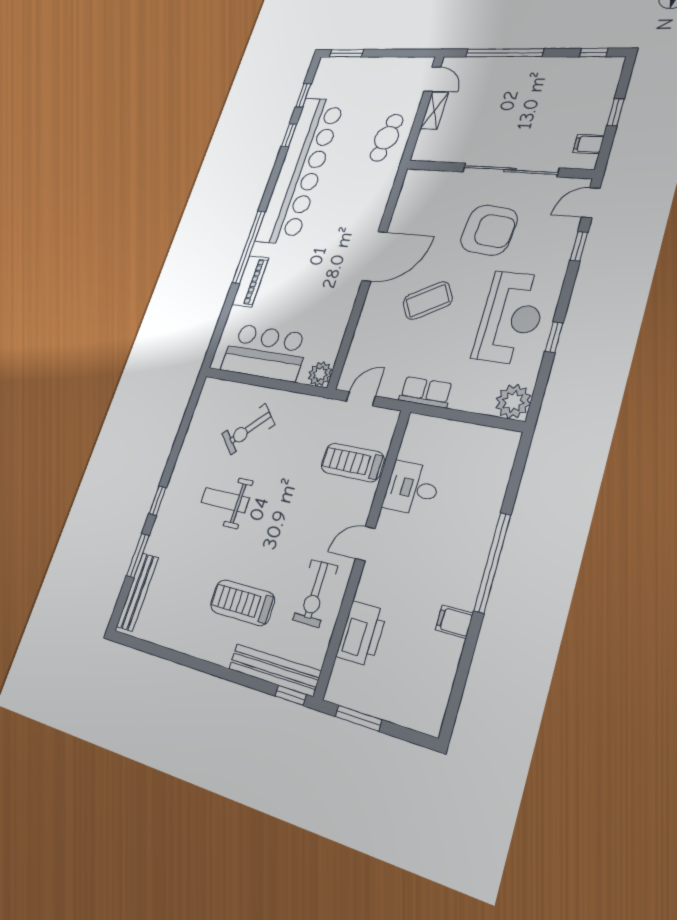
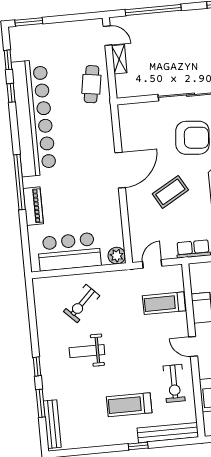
door: (365, 544) -> (193, 347), hinge flipped
window: (291, 695) -> (138, 446), moved

